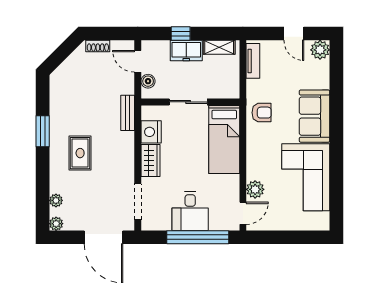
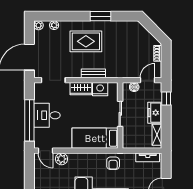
window: (181, 34) -> (166, 98), moved
bench: (128, 113) -> (93, 73), moved
rug: (80, 153) -> (86, 41), width x1.36, depth x1.43

